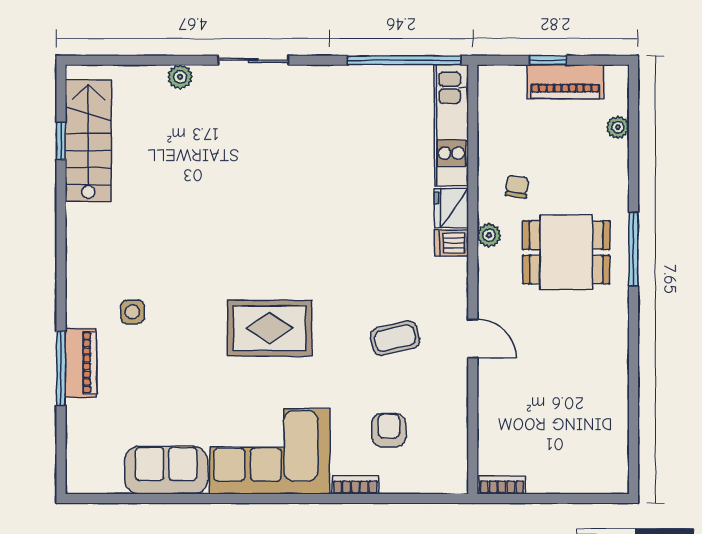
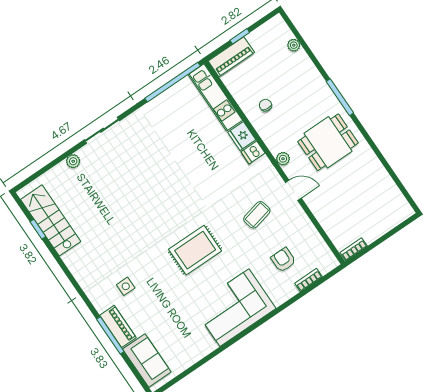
piano: (565, 82) -> (231, 57), moved
plant: (489, 235) -> (283, 159), moved
dining table: (566, 252) -> (328, 142), moved
sofa: (166, 470) -> (147, 360), moved, turned 90
bookcase: (355, 485) -> (308, 280), moved

